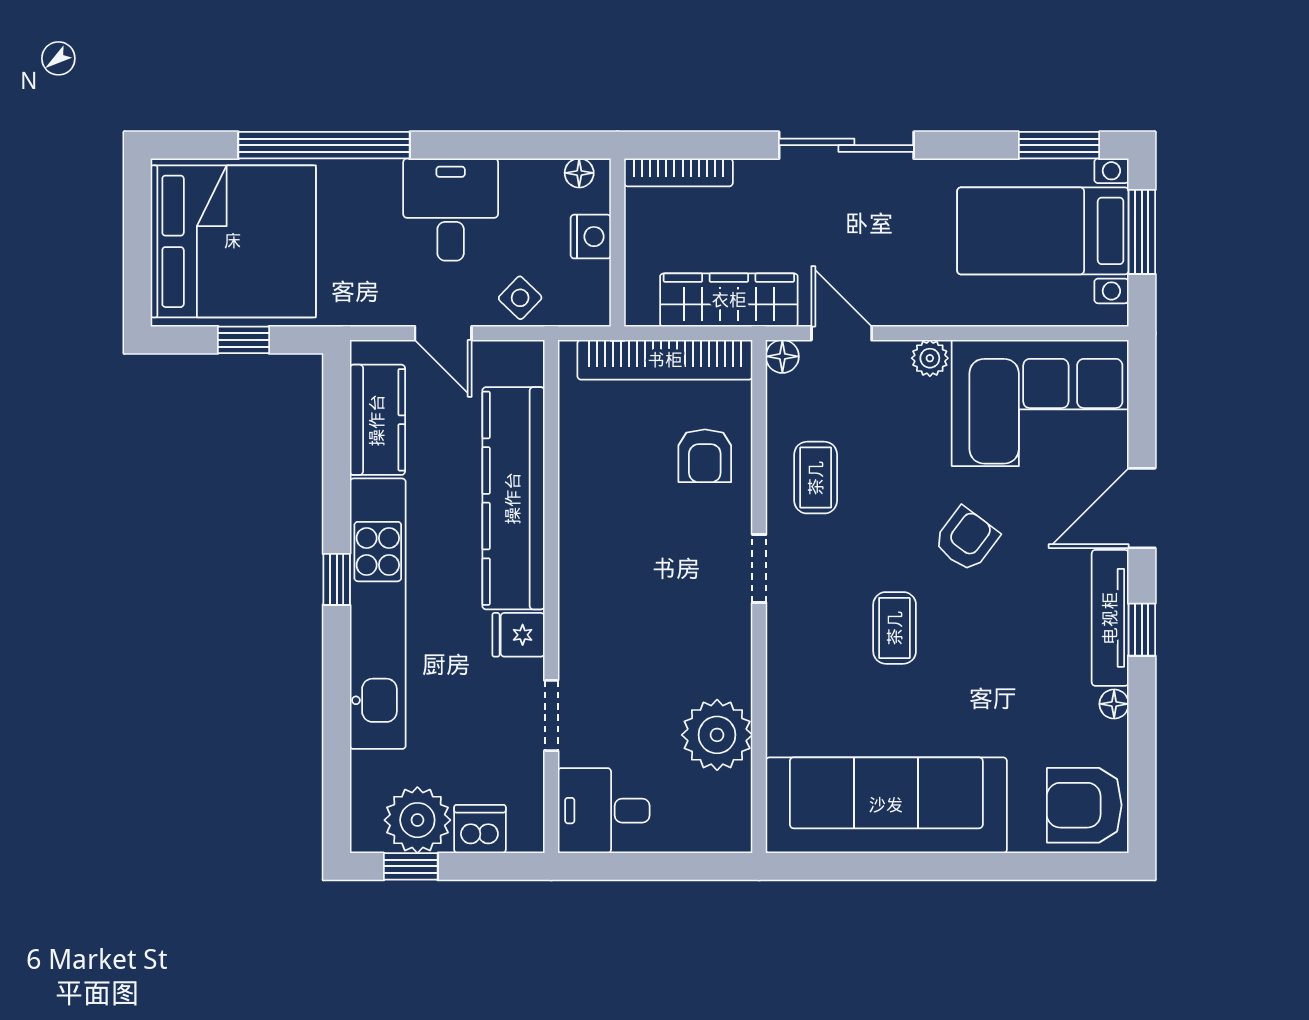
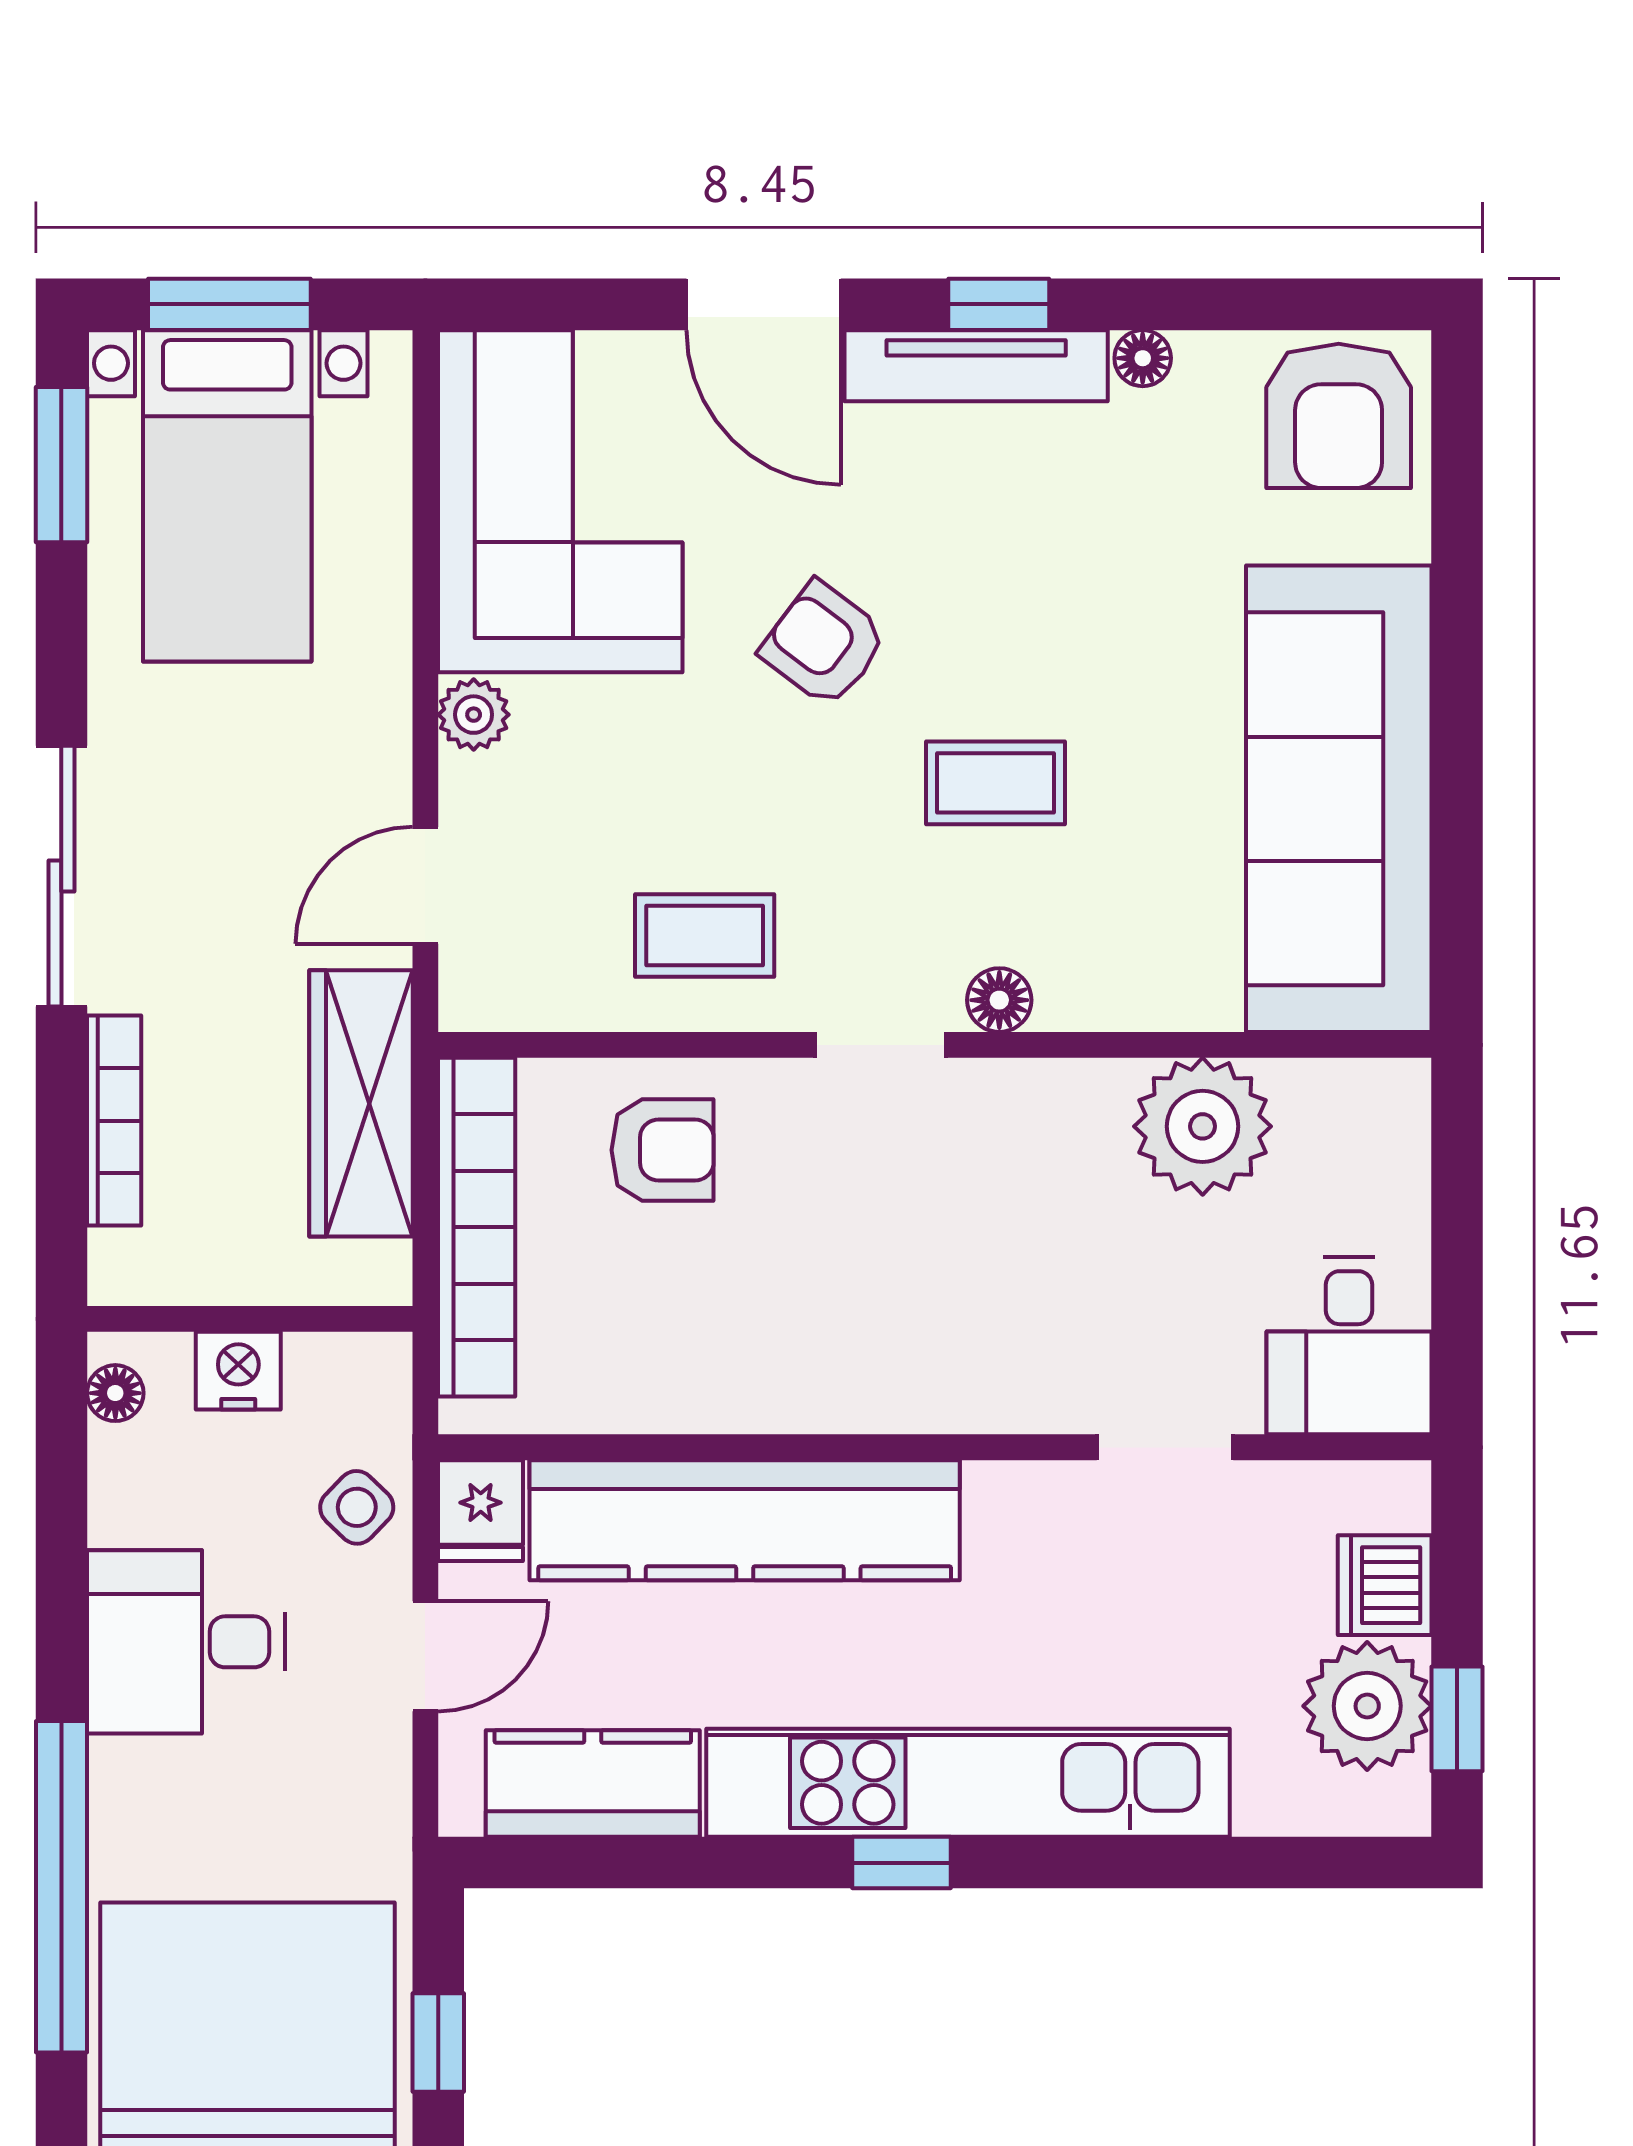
bookcase: (679, 172) -> (114, 1121), moved
floor lamp: (782, 356) -> (999, 1000), moved
fridge: (518, 635) -> (481, 1511), moved

